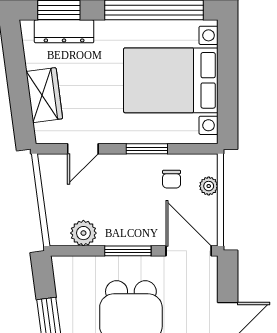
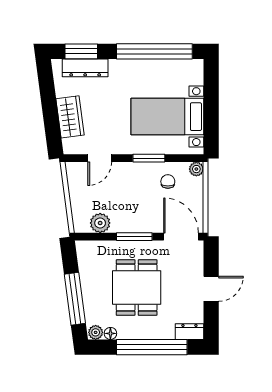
bed with nightstands: (171, 80) -> (167, 117), width x0.73
chair: (172, 179) -> (168, 182), turned 180
plant: (209, 186) -> (196, 169), moved

